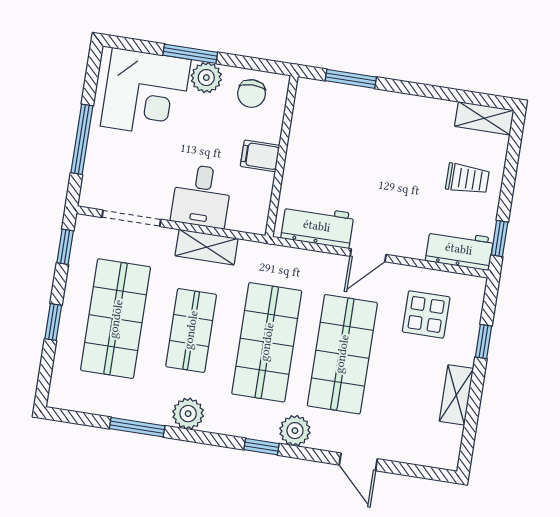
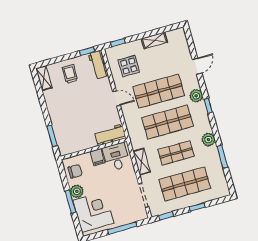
desk: (202, 196) -> (116, 157), moved, turned -90
workbench: (317, 226) -> (110, 135), moved, turned 90
window: (483, 341) -> (118, 43), moved

